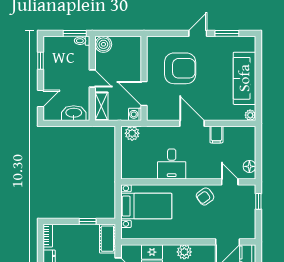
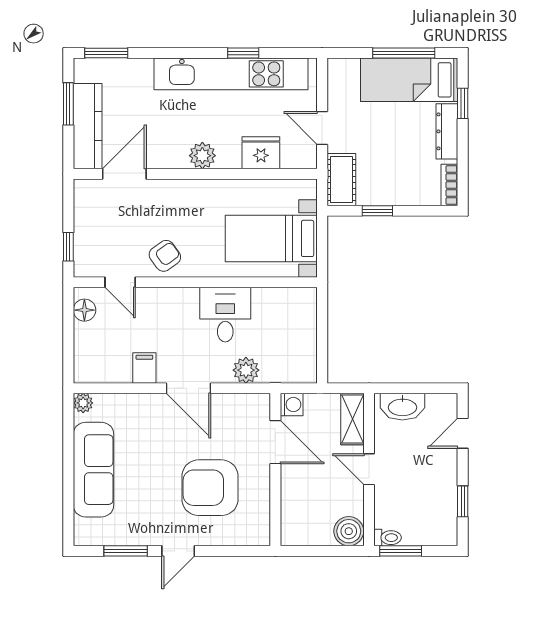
plant: (132, 133) -> (246, 370), moved

